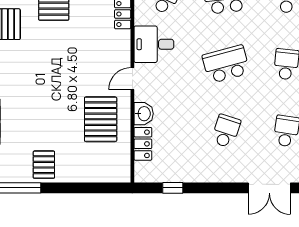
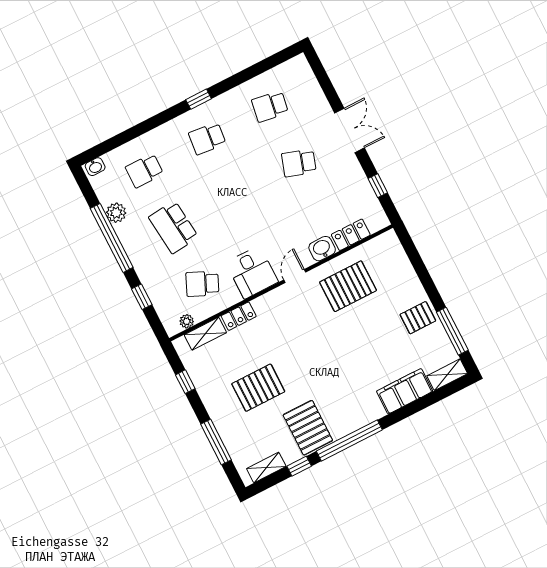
school desk: (226, 64) -> (236, 195), removed
door: (132, 79) -> (295, 276), swing flipped
double door: (269, 188) -> (350, 130), moved

